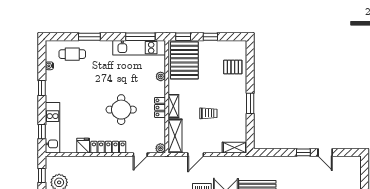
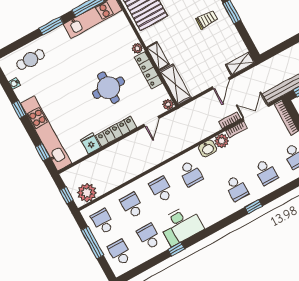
window: (89, 37) -> (51, 26), moved
plant: (161, 76) -> (137, 48), moved
locker: (160, 107) -> (148, 70), width x1.53
trolley: (208, 113) -> (207, 20), moved
kitchen unit: (53, 128) -> (46, 133), width x1.36
door: (196, 154) -> (221, 83), moved

